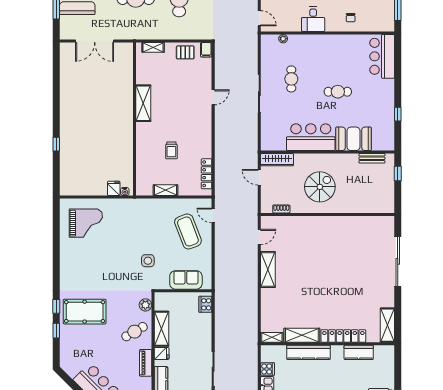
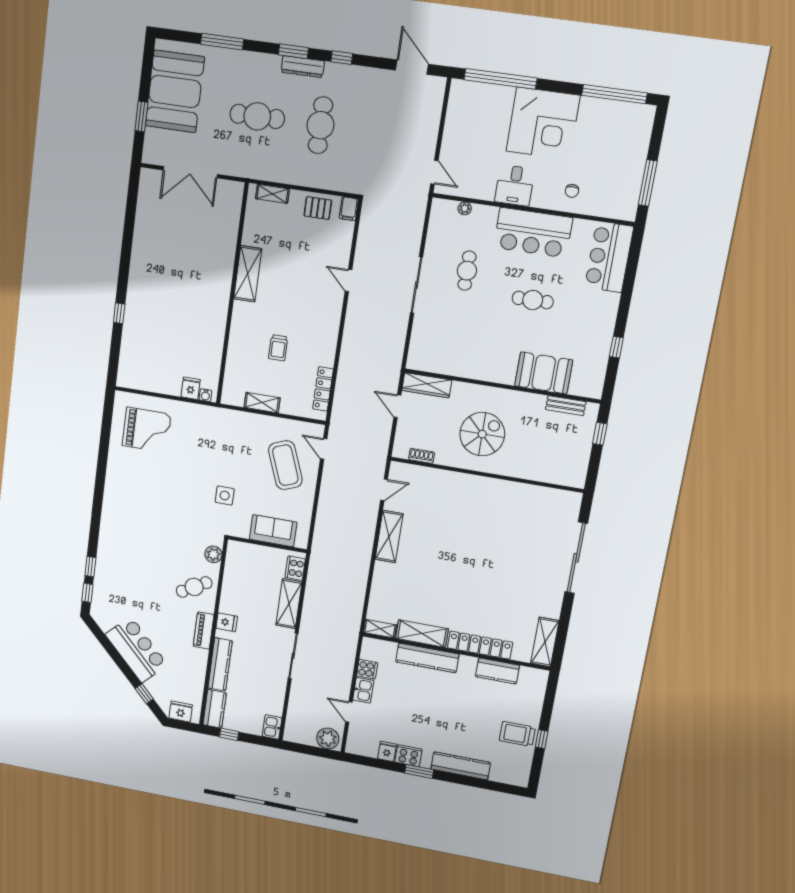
door: (213, 97) -> (349, 280), swing flipped
bar counter: (311, 137) -> (533, 233), moved, turned 180
window: (56, 306) -> (87, 593), moved
pool table: (85, 312) -> (131, 549), removed
shelving: (162, 329) -> (289, 604), moved

